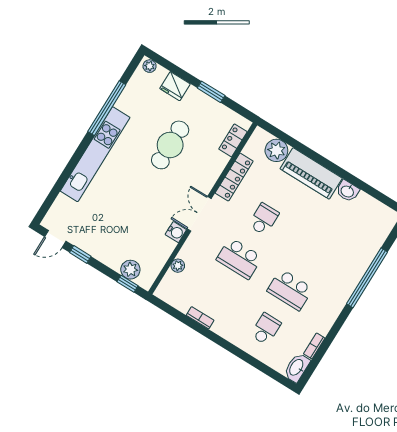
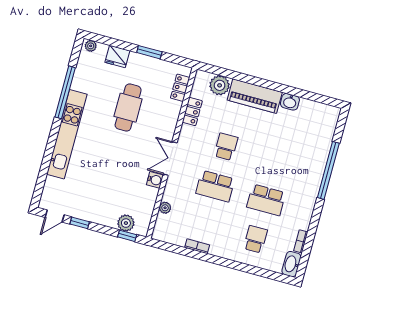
locker: (234, 177) -> (192, 112), width x0.66

